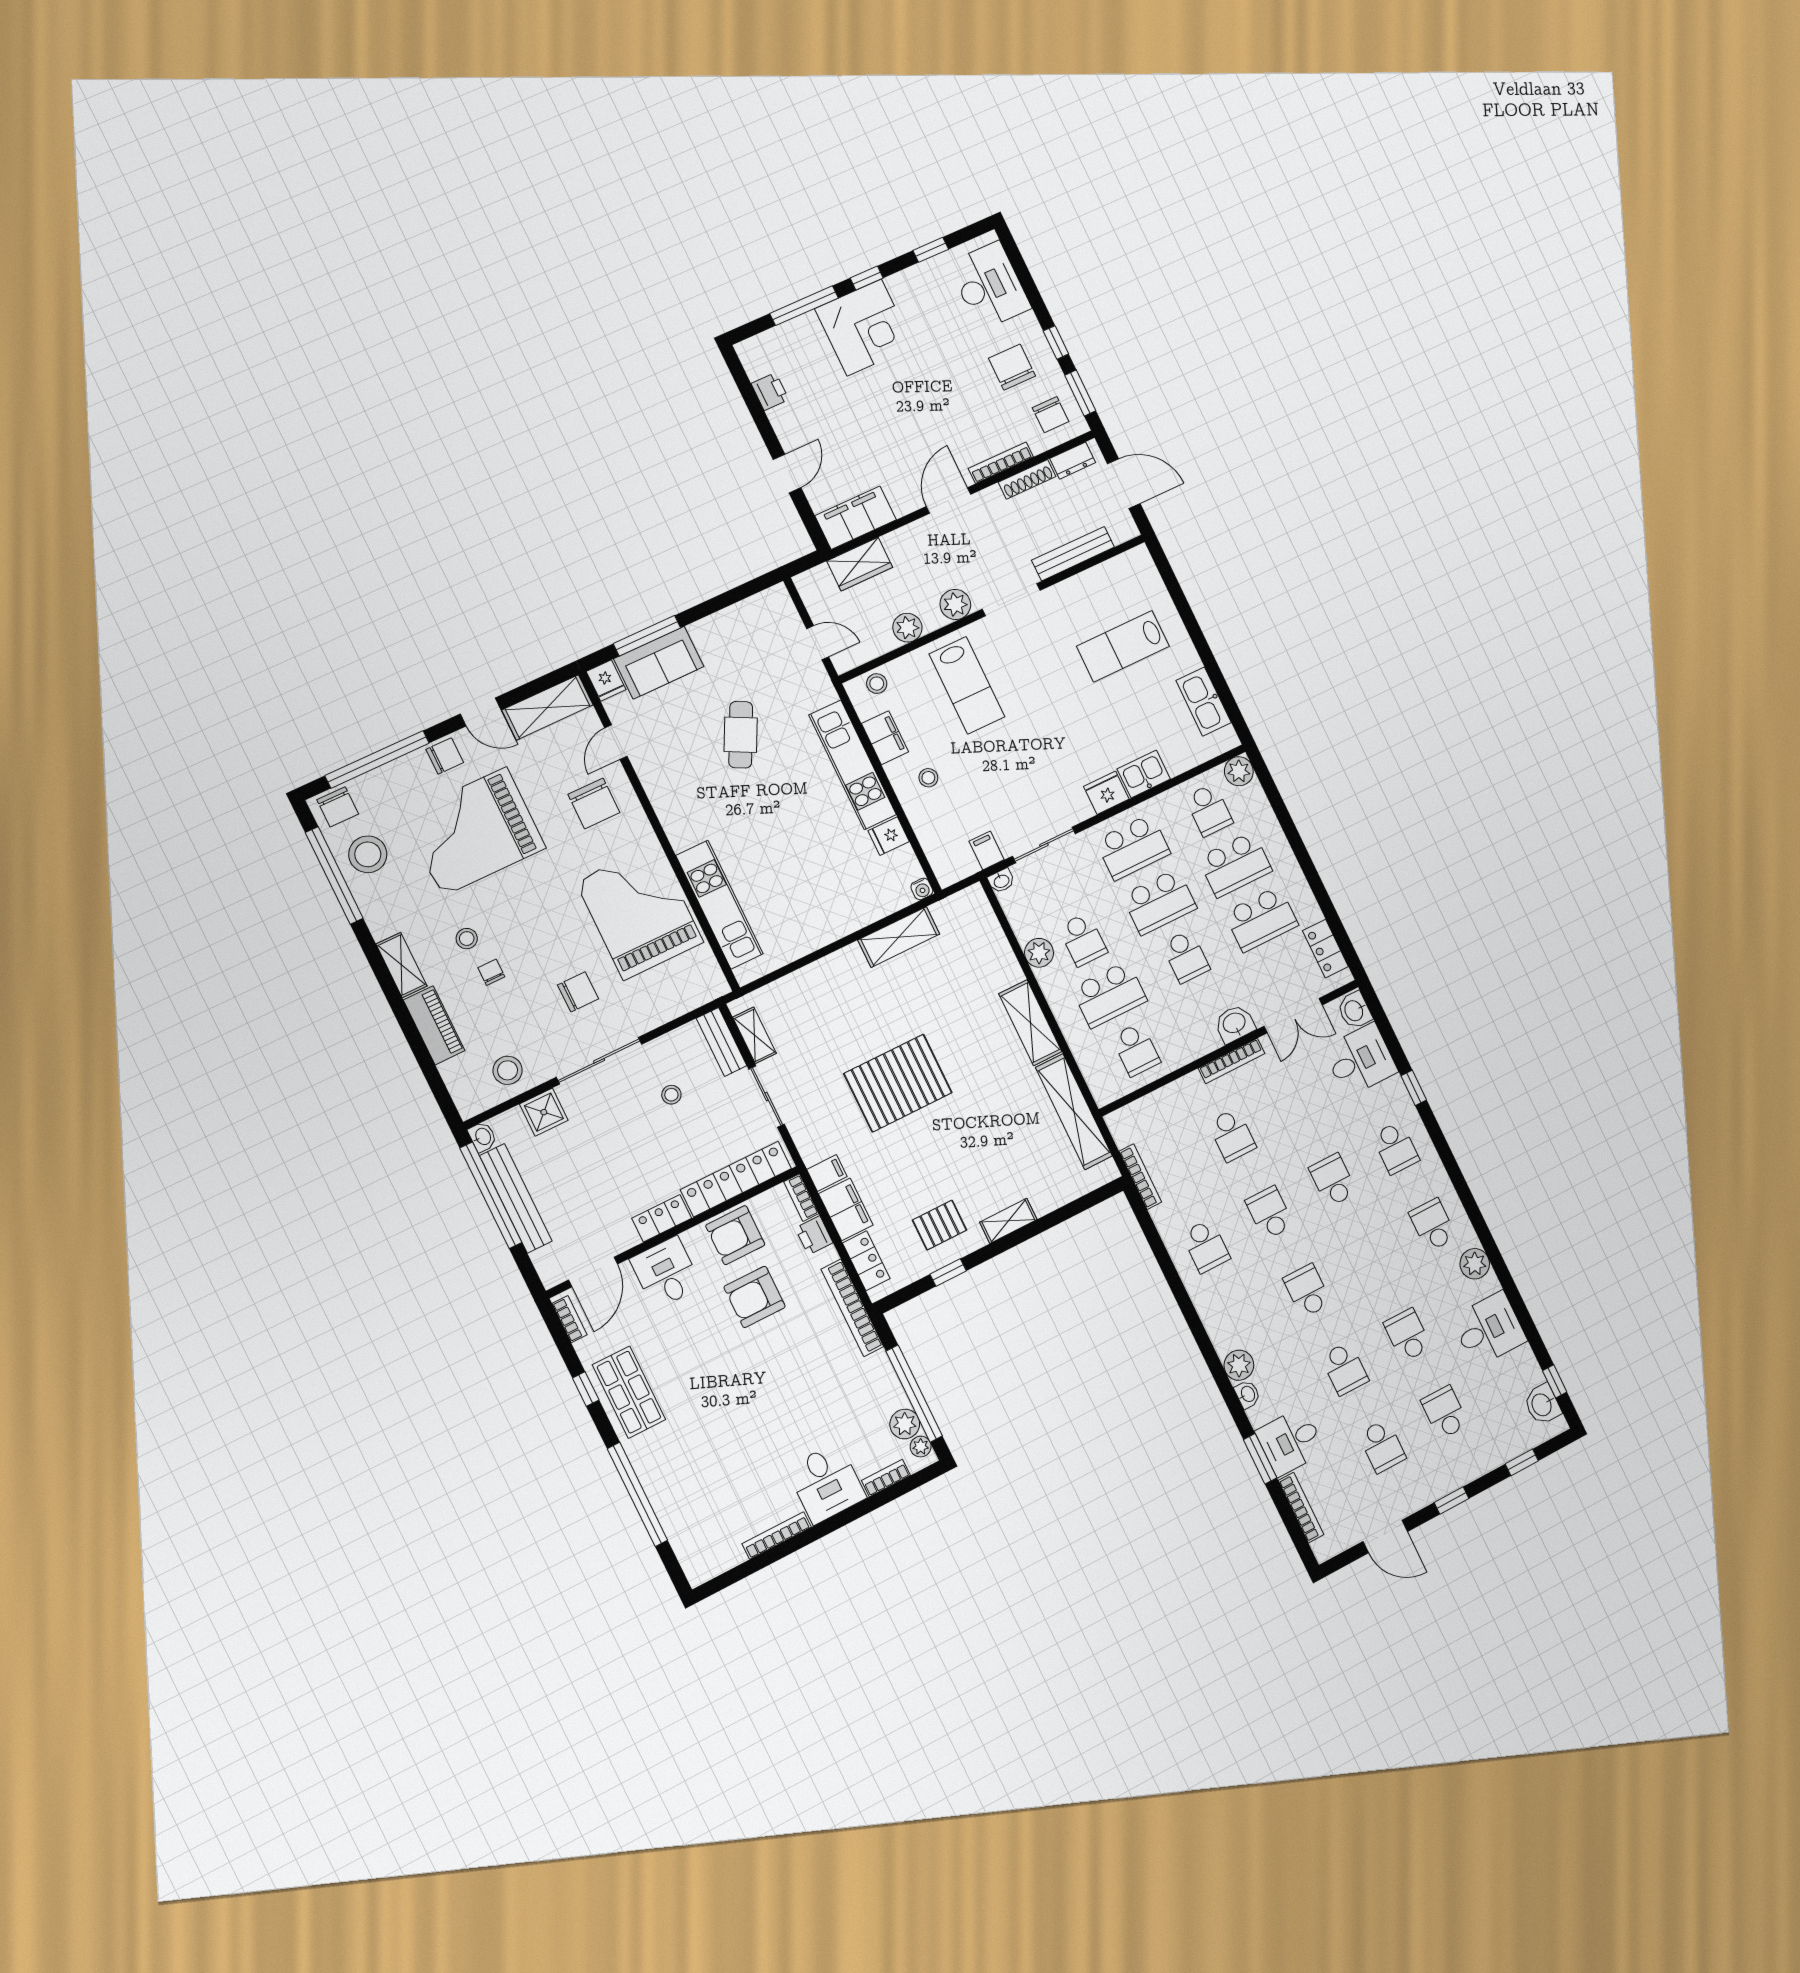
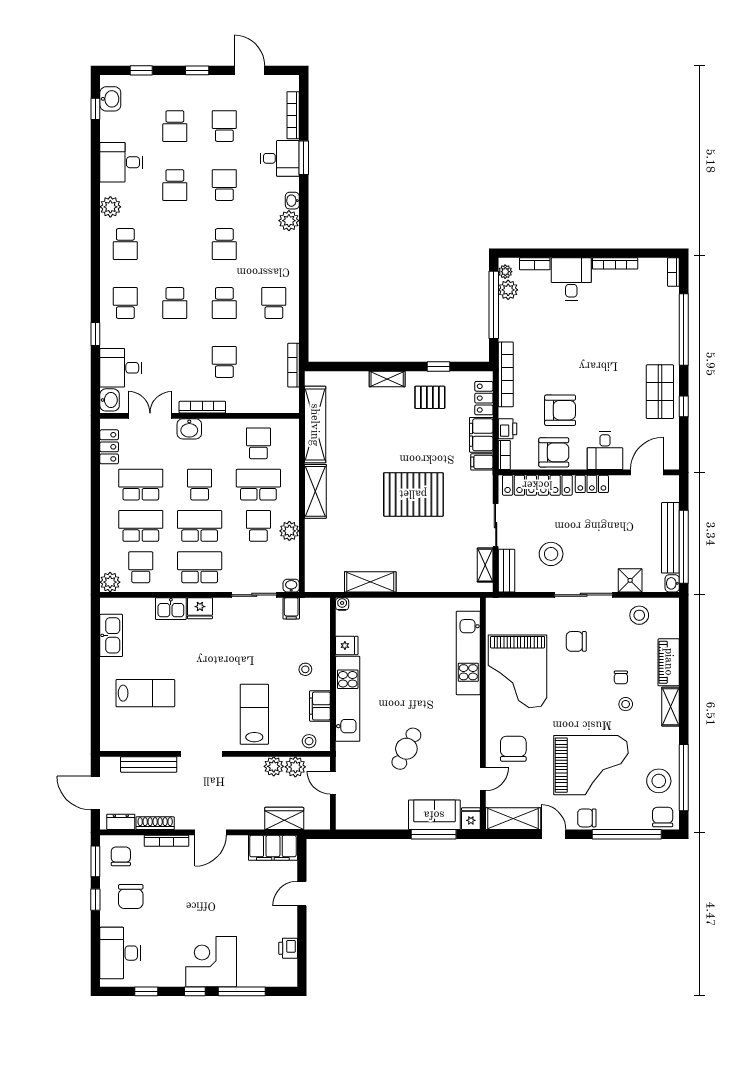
plant: (955, 604) -> (295, 767), moved
stool: (671, 1095) -> (551, 554), width x1.89, depth x1.89
bookcase: (570, 1319) -> (673, 272), moved

